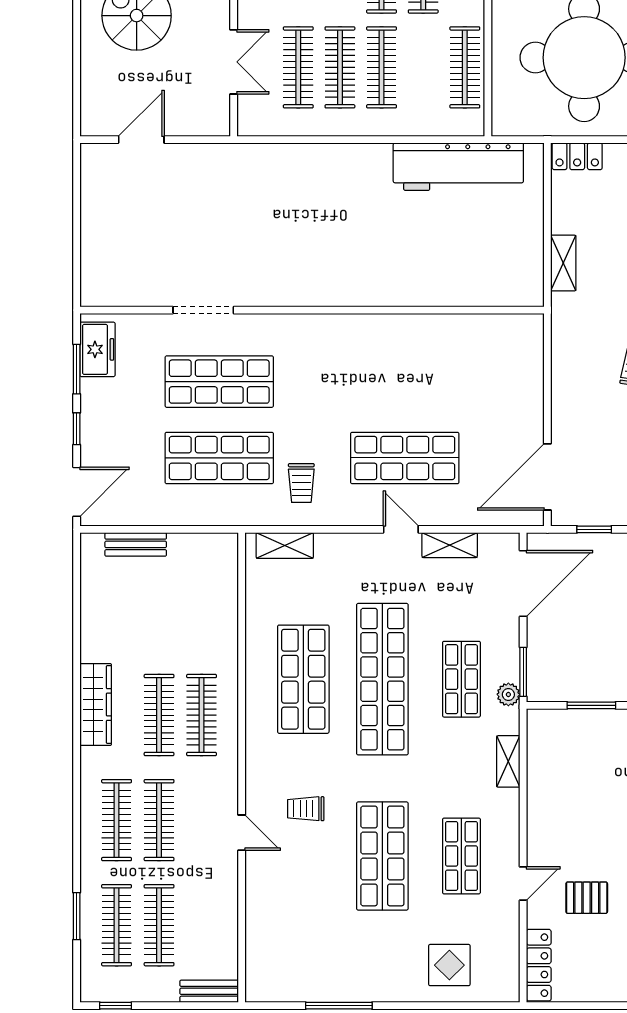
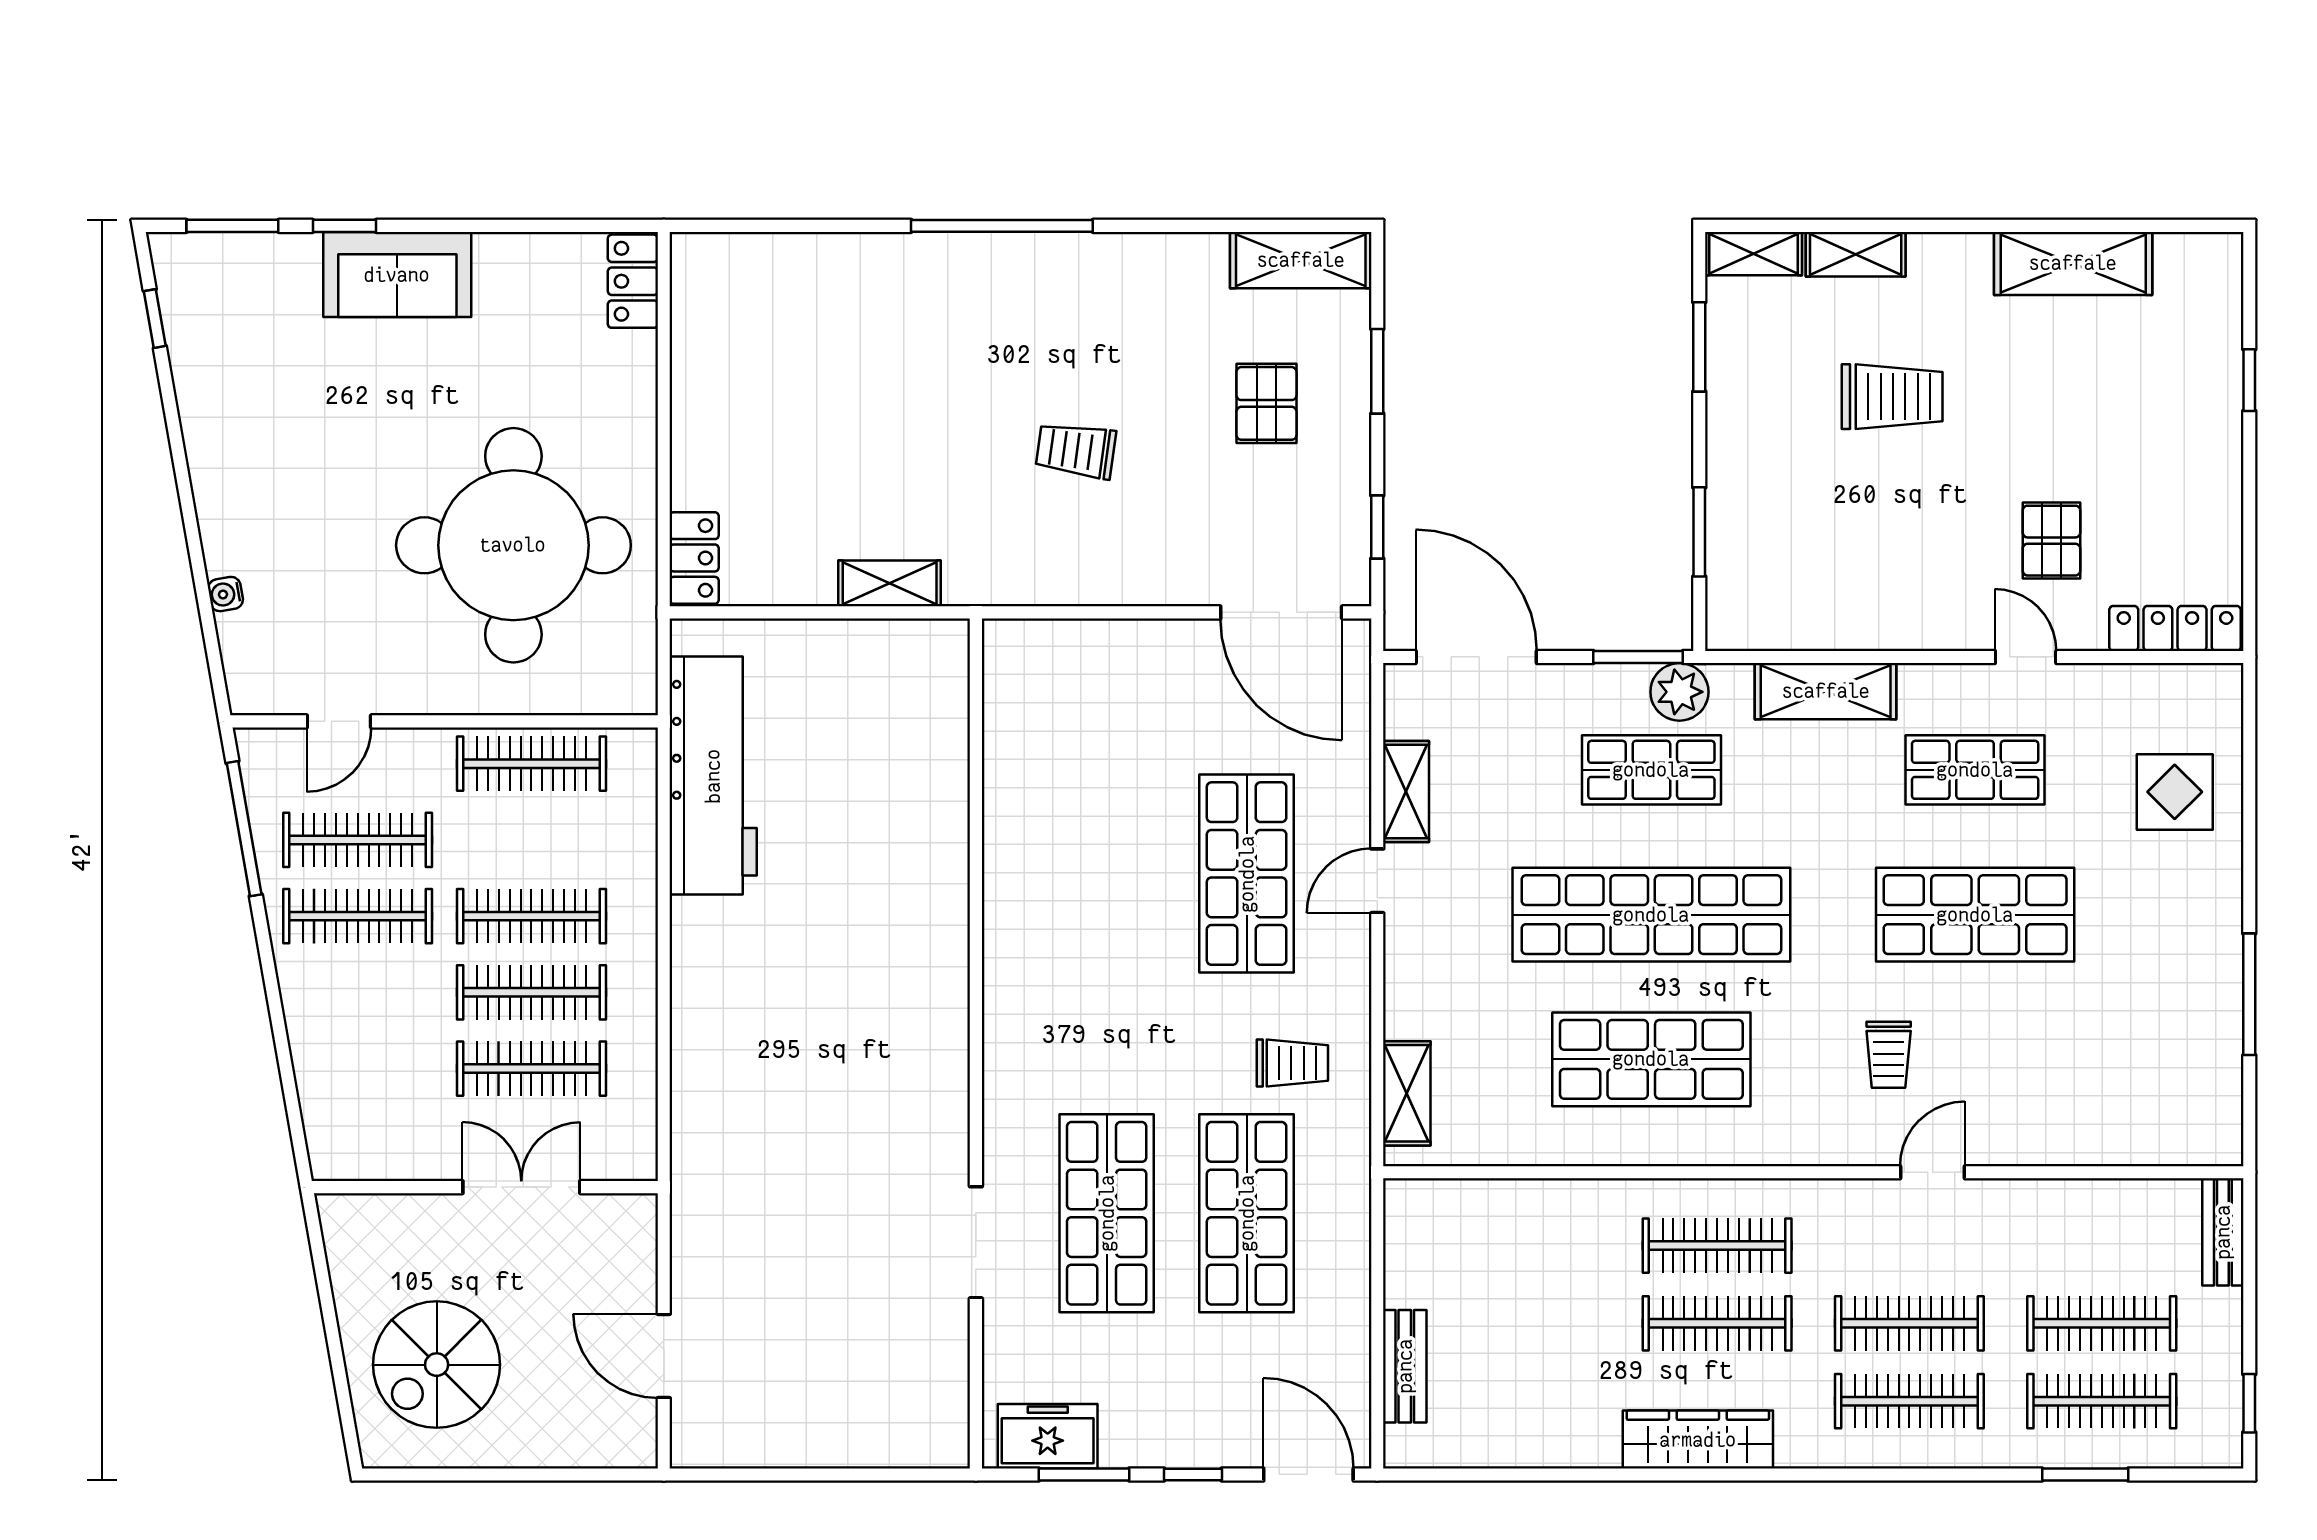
plant: (508, 694) -> (1679, 692), width x1.38, depth x1.38
shelving: (508, 761) -> (1826, 691), width x1.50, depth x1.33

